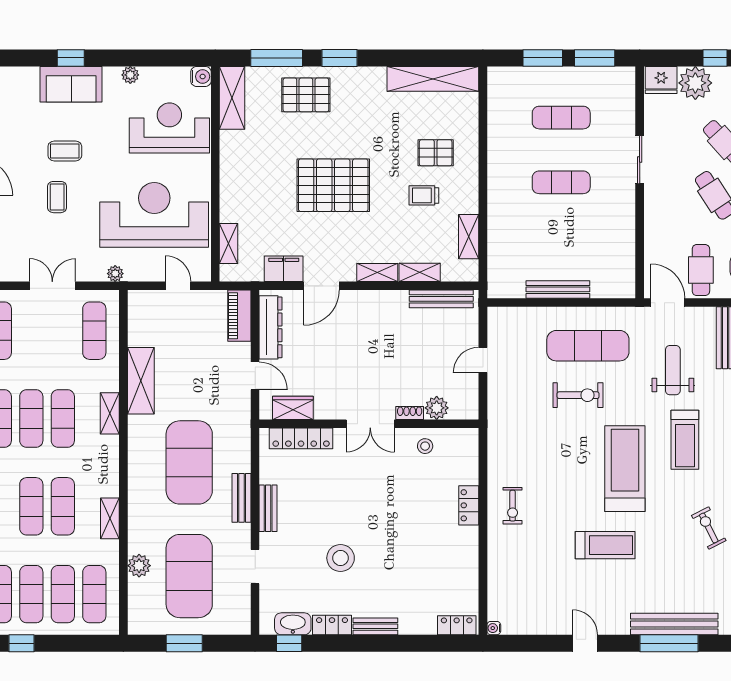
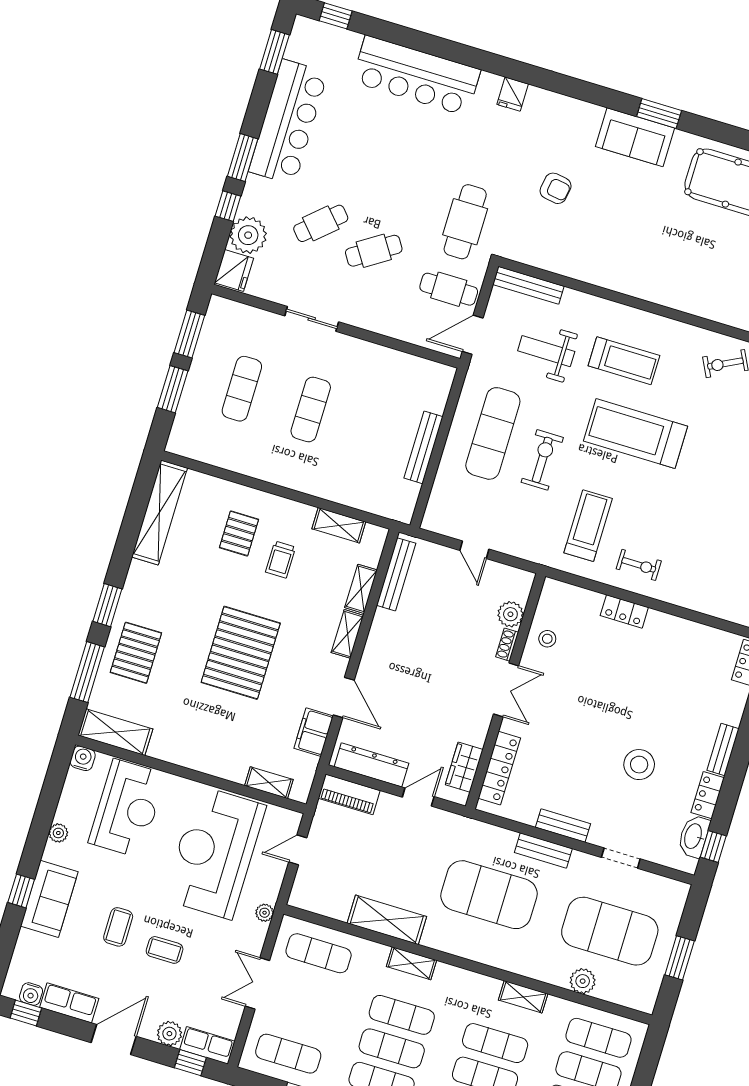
reception desk: (169, 128) -> (127, 808), turned 180
treadmill: (605, 545) -> (588, 526), moved

